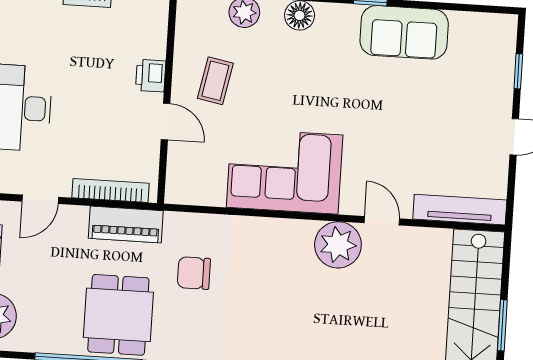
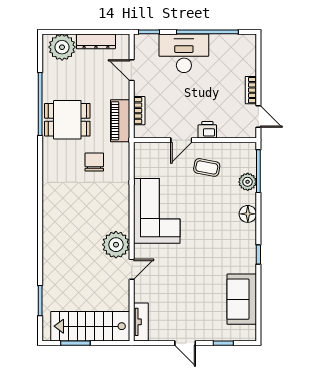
sofa: (404, 32) -> (242, 299), moved
bookcase: (110, 190) -> (139, 111), width x0.64
tv unit: (460, 210) -> (141, 322), width x0.71

